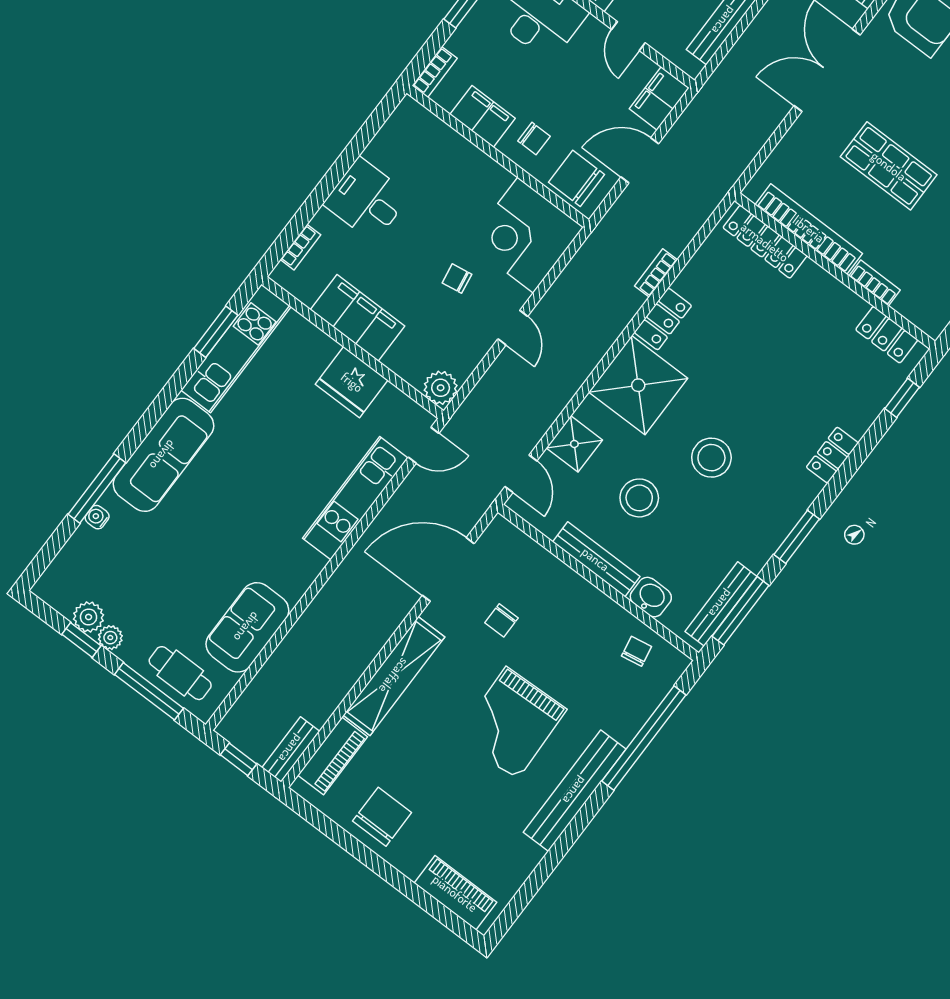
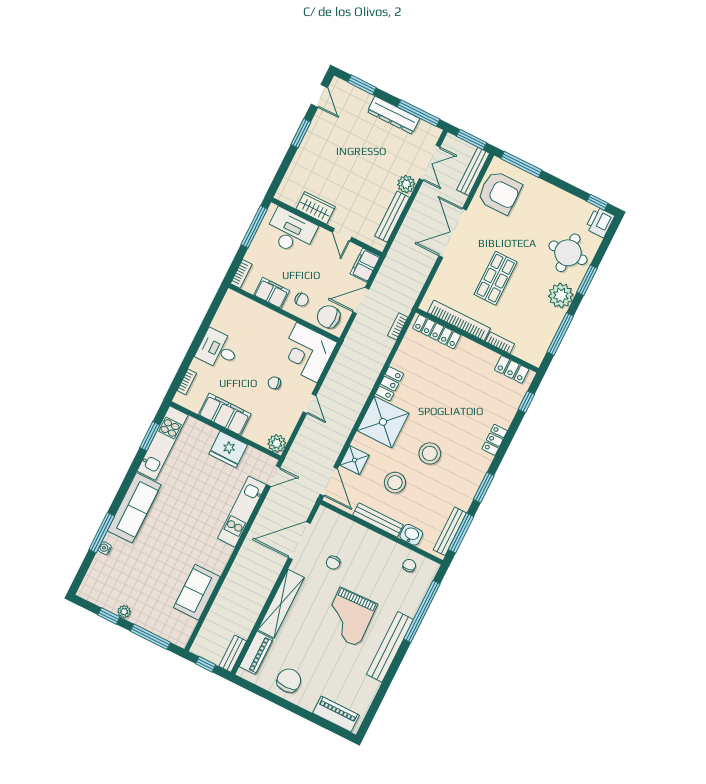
shop shelf: (889, 166) -> (496, 278), turned 90
bookcase: (656, 273) -> (398, 326), moved
door: (521, 474) -> (329, 482), width x1.38
plant: (89, 617) -> (110, 603), removed
cafe table: (180, 673) -> (165, 624), removed

